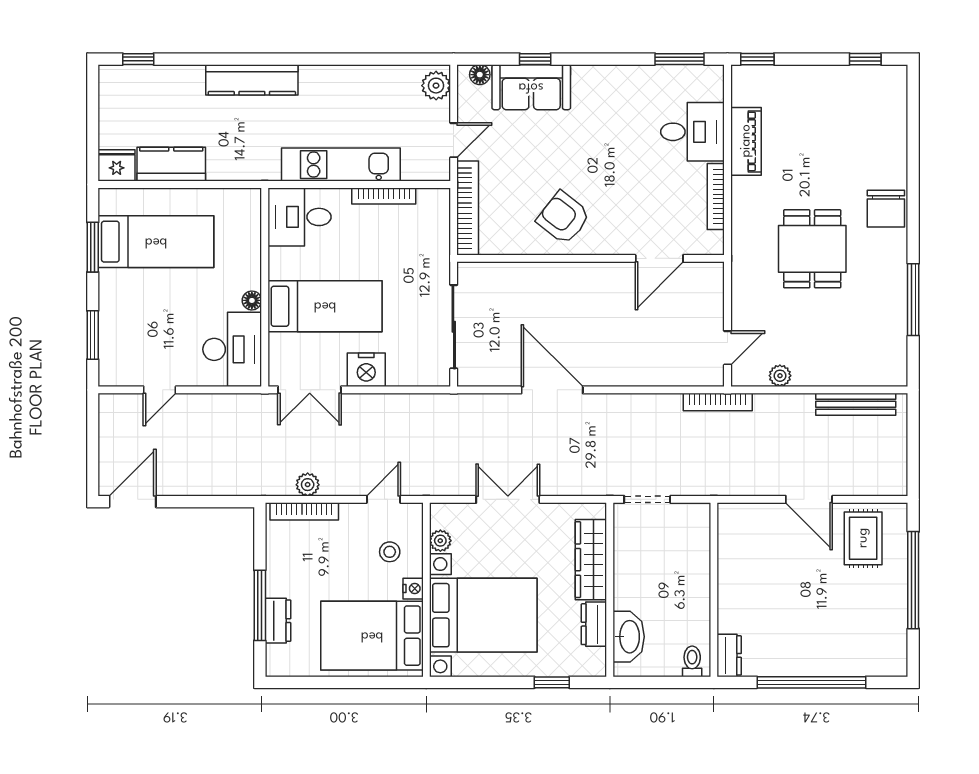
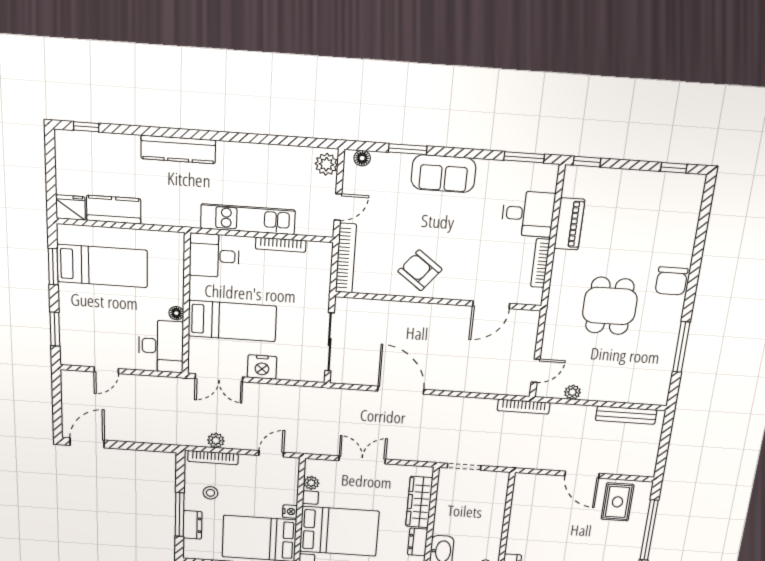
window: (535, 59) -> (408, 149), width x1.50
sofa: (531, 87) -> (443, 174), moved
stool: (390, 552) -> (210, 493), moved

